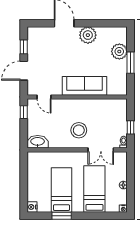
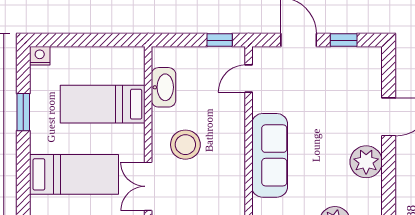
washbasin: (38, 142) -> (164, 87), moved
bed: (61, 190) -> (103, 104), moved, turned 180

